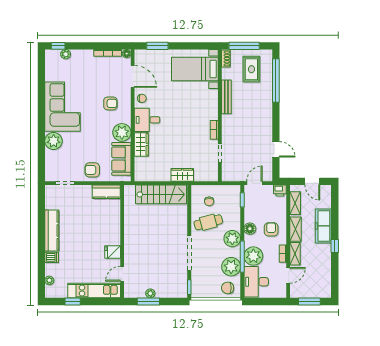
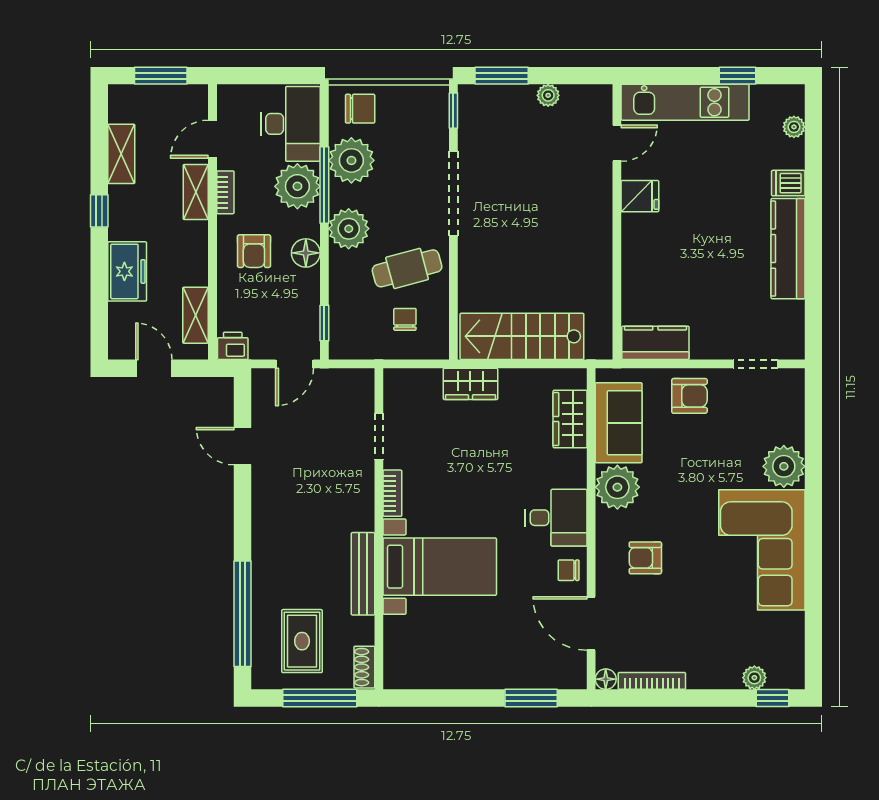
bed with nightstands: (195, 69) -> (440, 567), moved
wardrobe: (141, 144) -> (570, 419), moved
freezer: (323, 226) -> (127, 271), width x0.71
shelving: (295, 229) -> (121, 154), moved
window: (148, 302) -> (502, 76), moved

